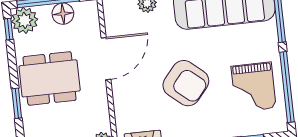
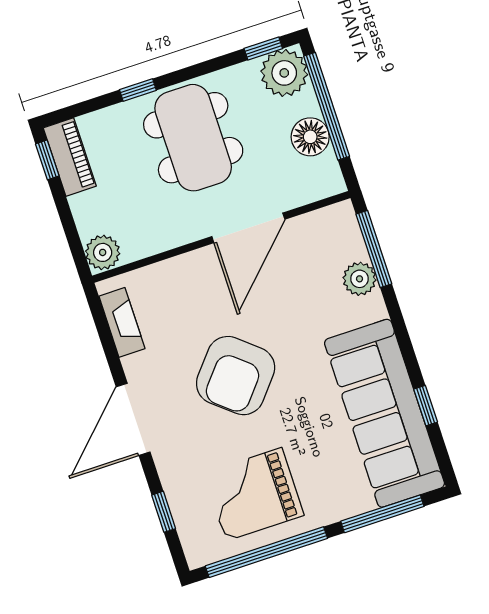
door: (106, 59) -> (248, 228), hinge flipped
window: (17, 103) -> (138, 90), width x0.67

